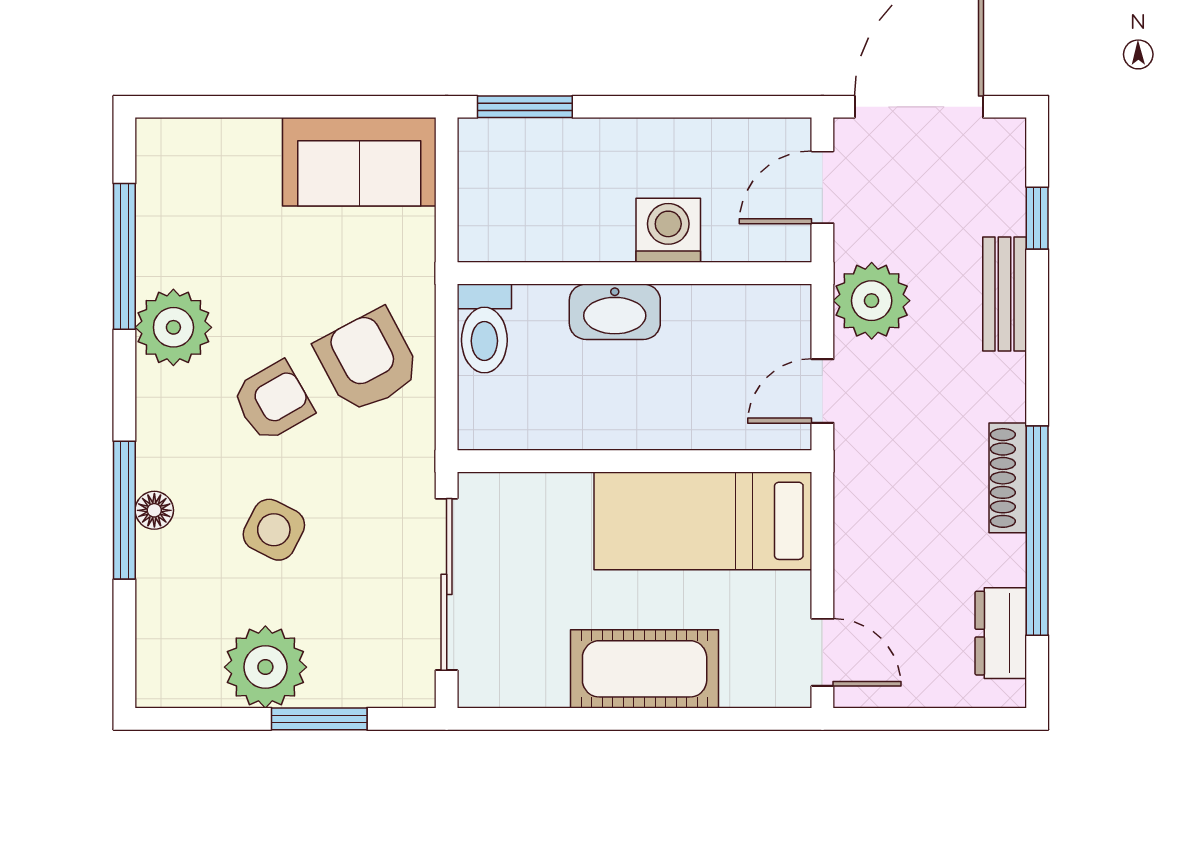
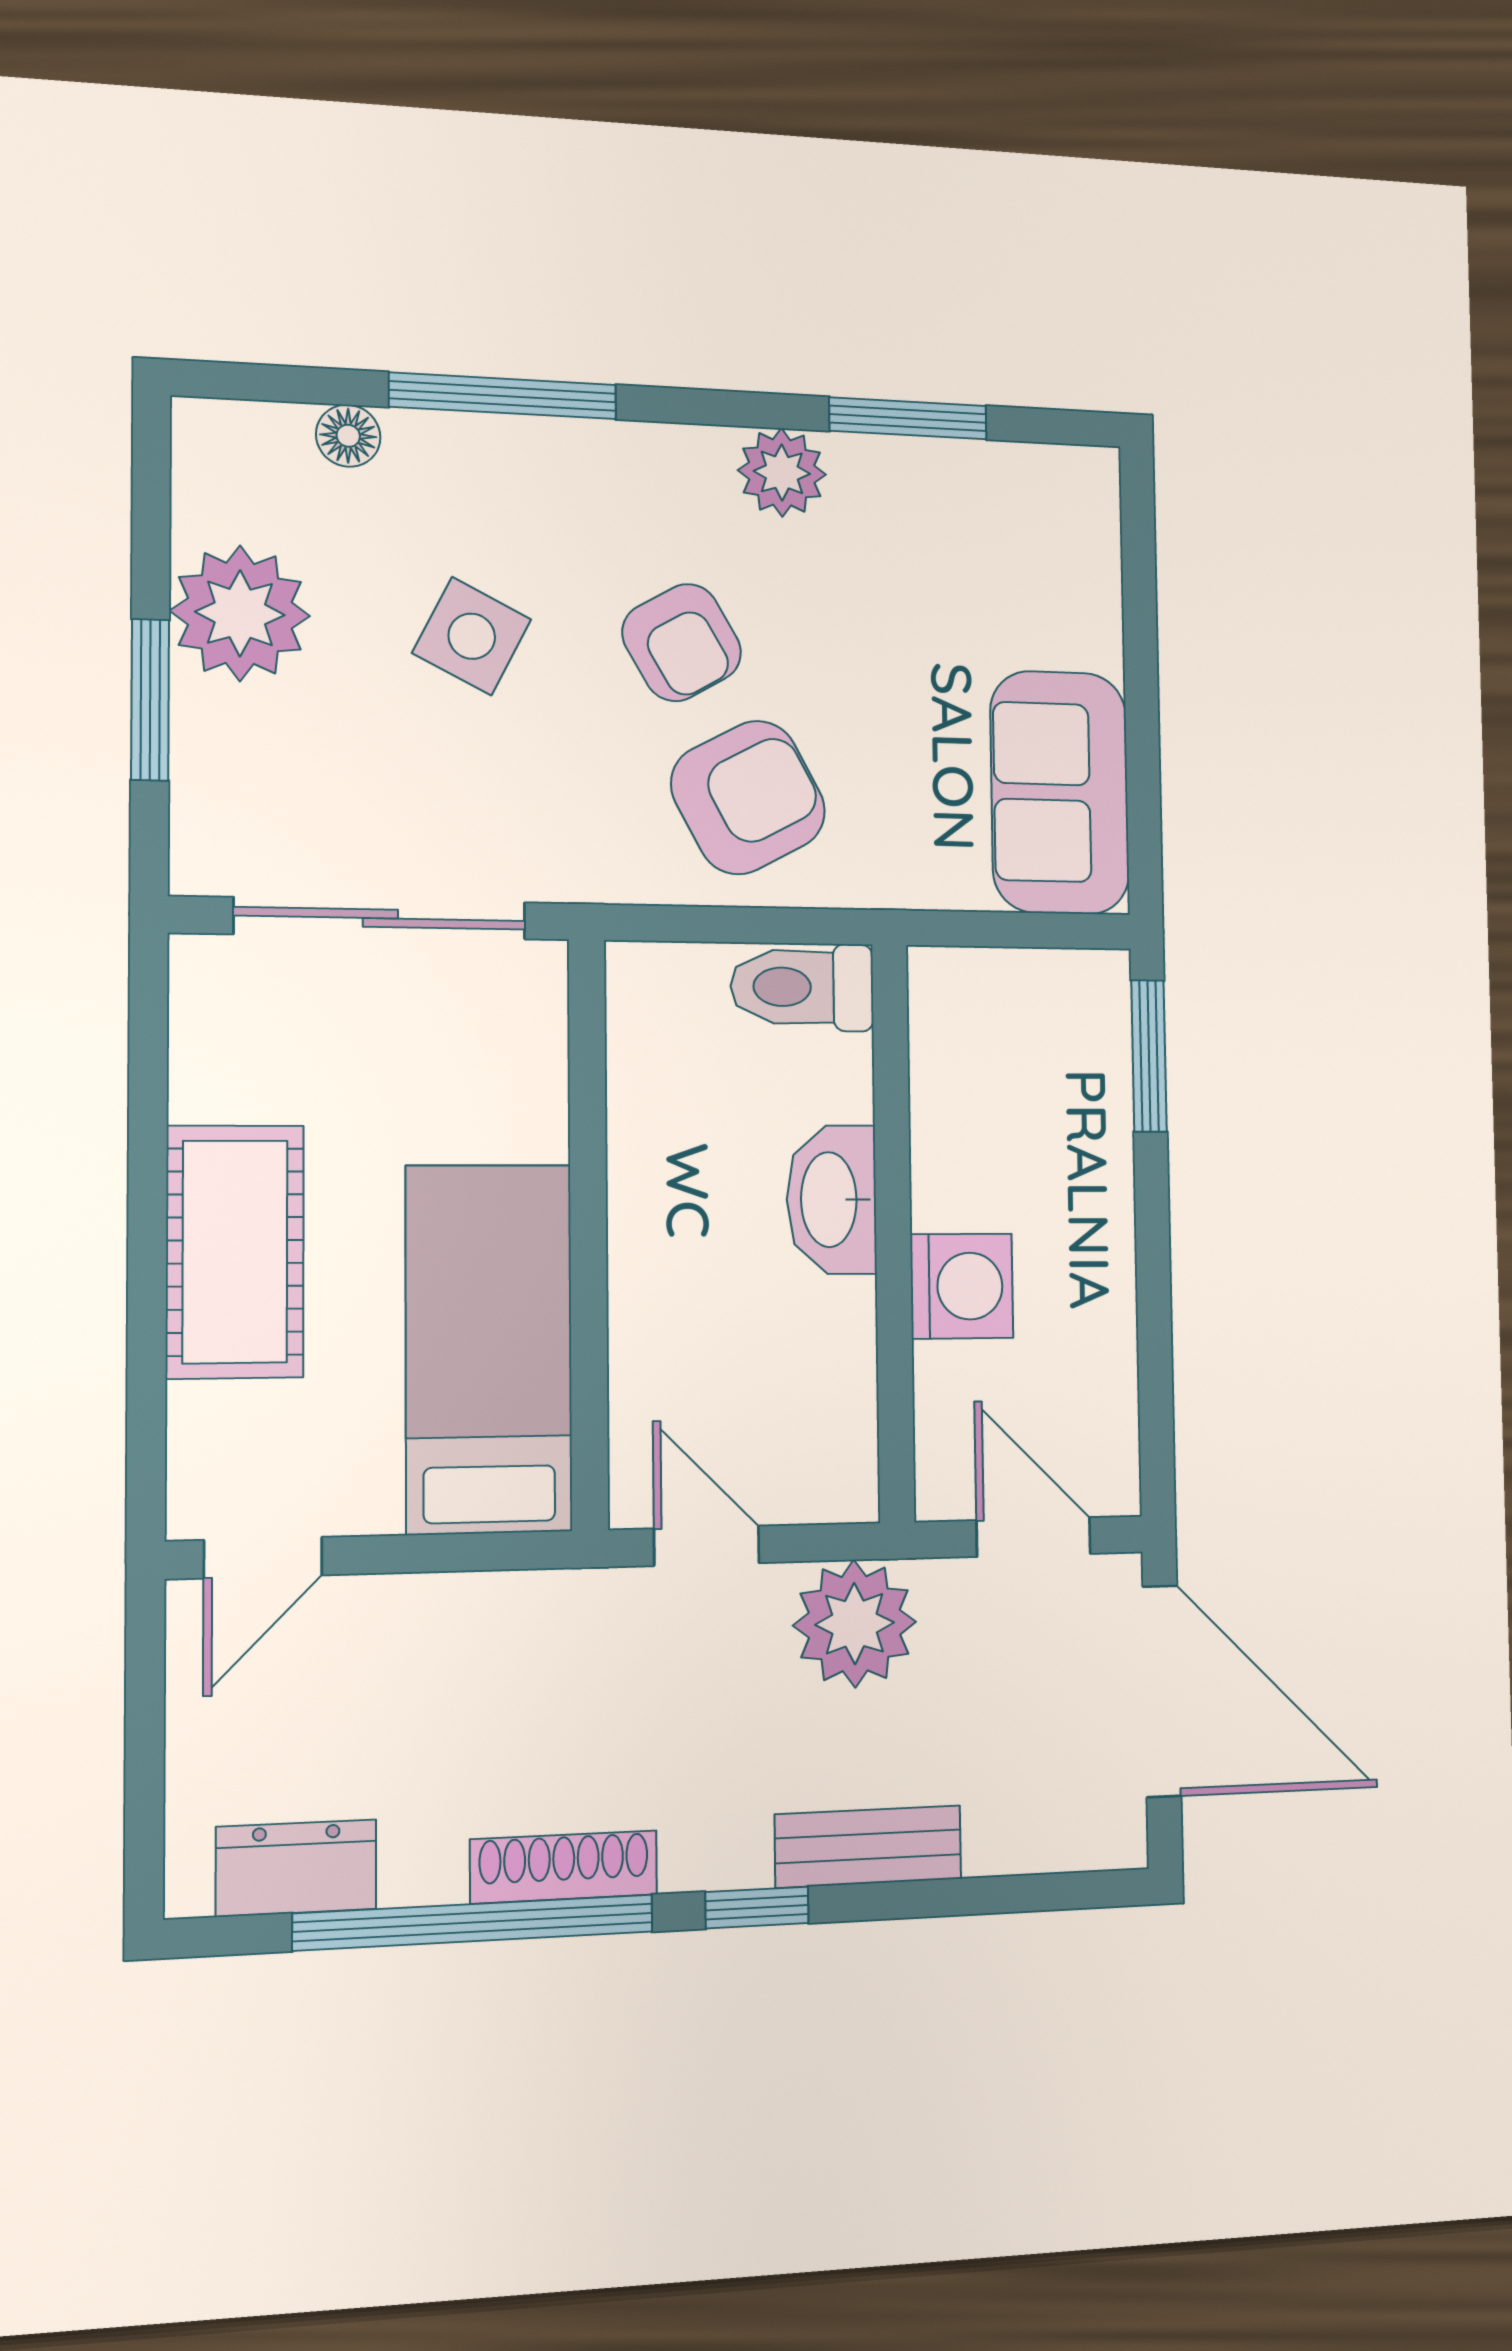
window: (1037, 218) -> (757, 1908), moved
window: (124, 256) -> (908, 418), width x0.69
plant: (173, 327) -> (782, 472), width x0.73, depth x0.73
floor lamp: (154, 510) -> (348, 436), moved

